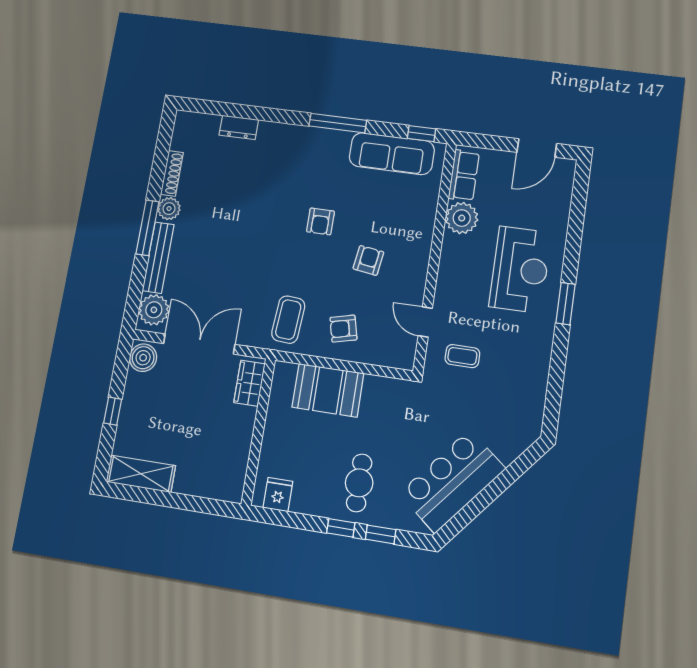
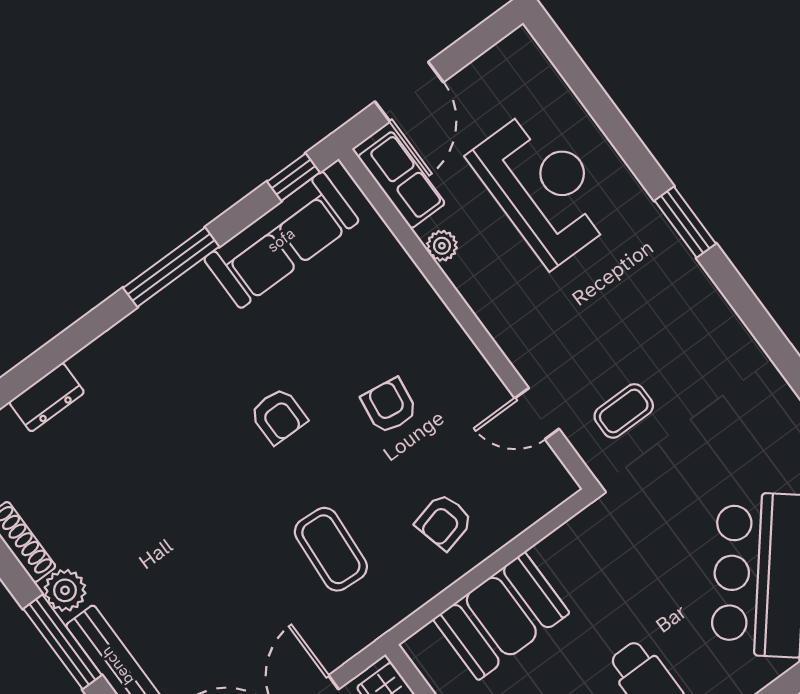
door: (537, 148) -> (409, 92), moved
plant: (462, 218) -> (442, 246), width x0.53, depth x0.53
reception desk: (520, 270) -> (543, 187), moved
coffee table: (288, 320) -> (331, 549), moved

